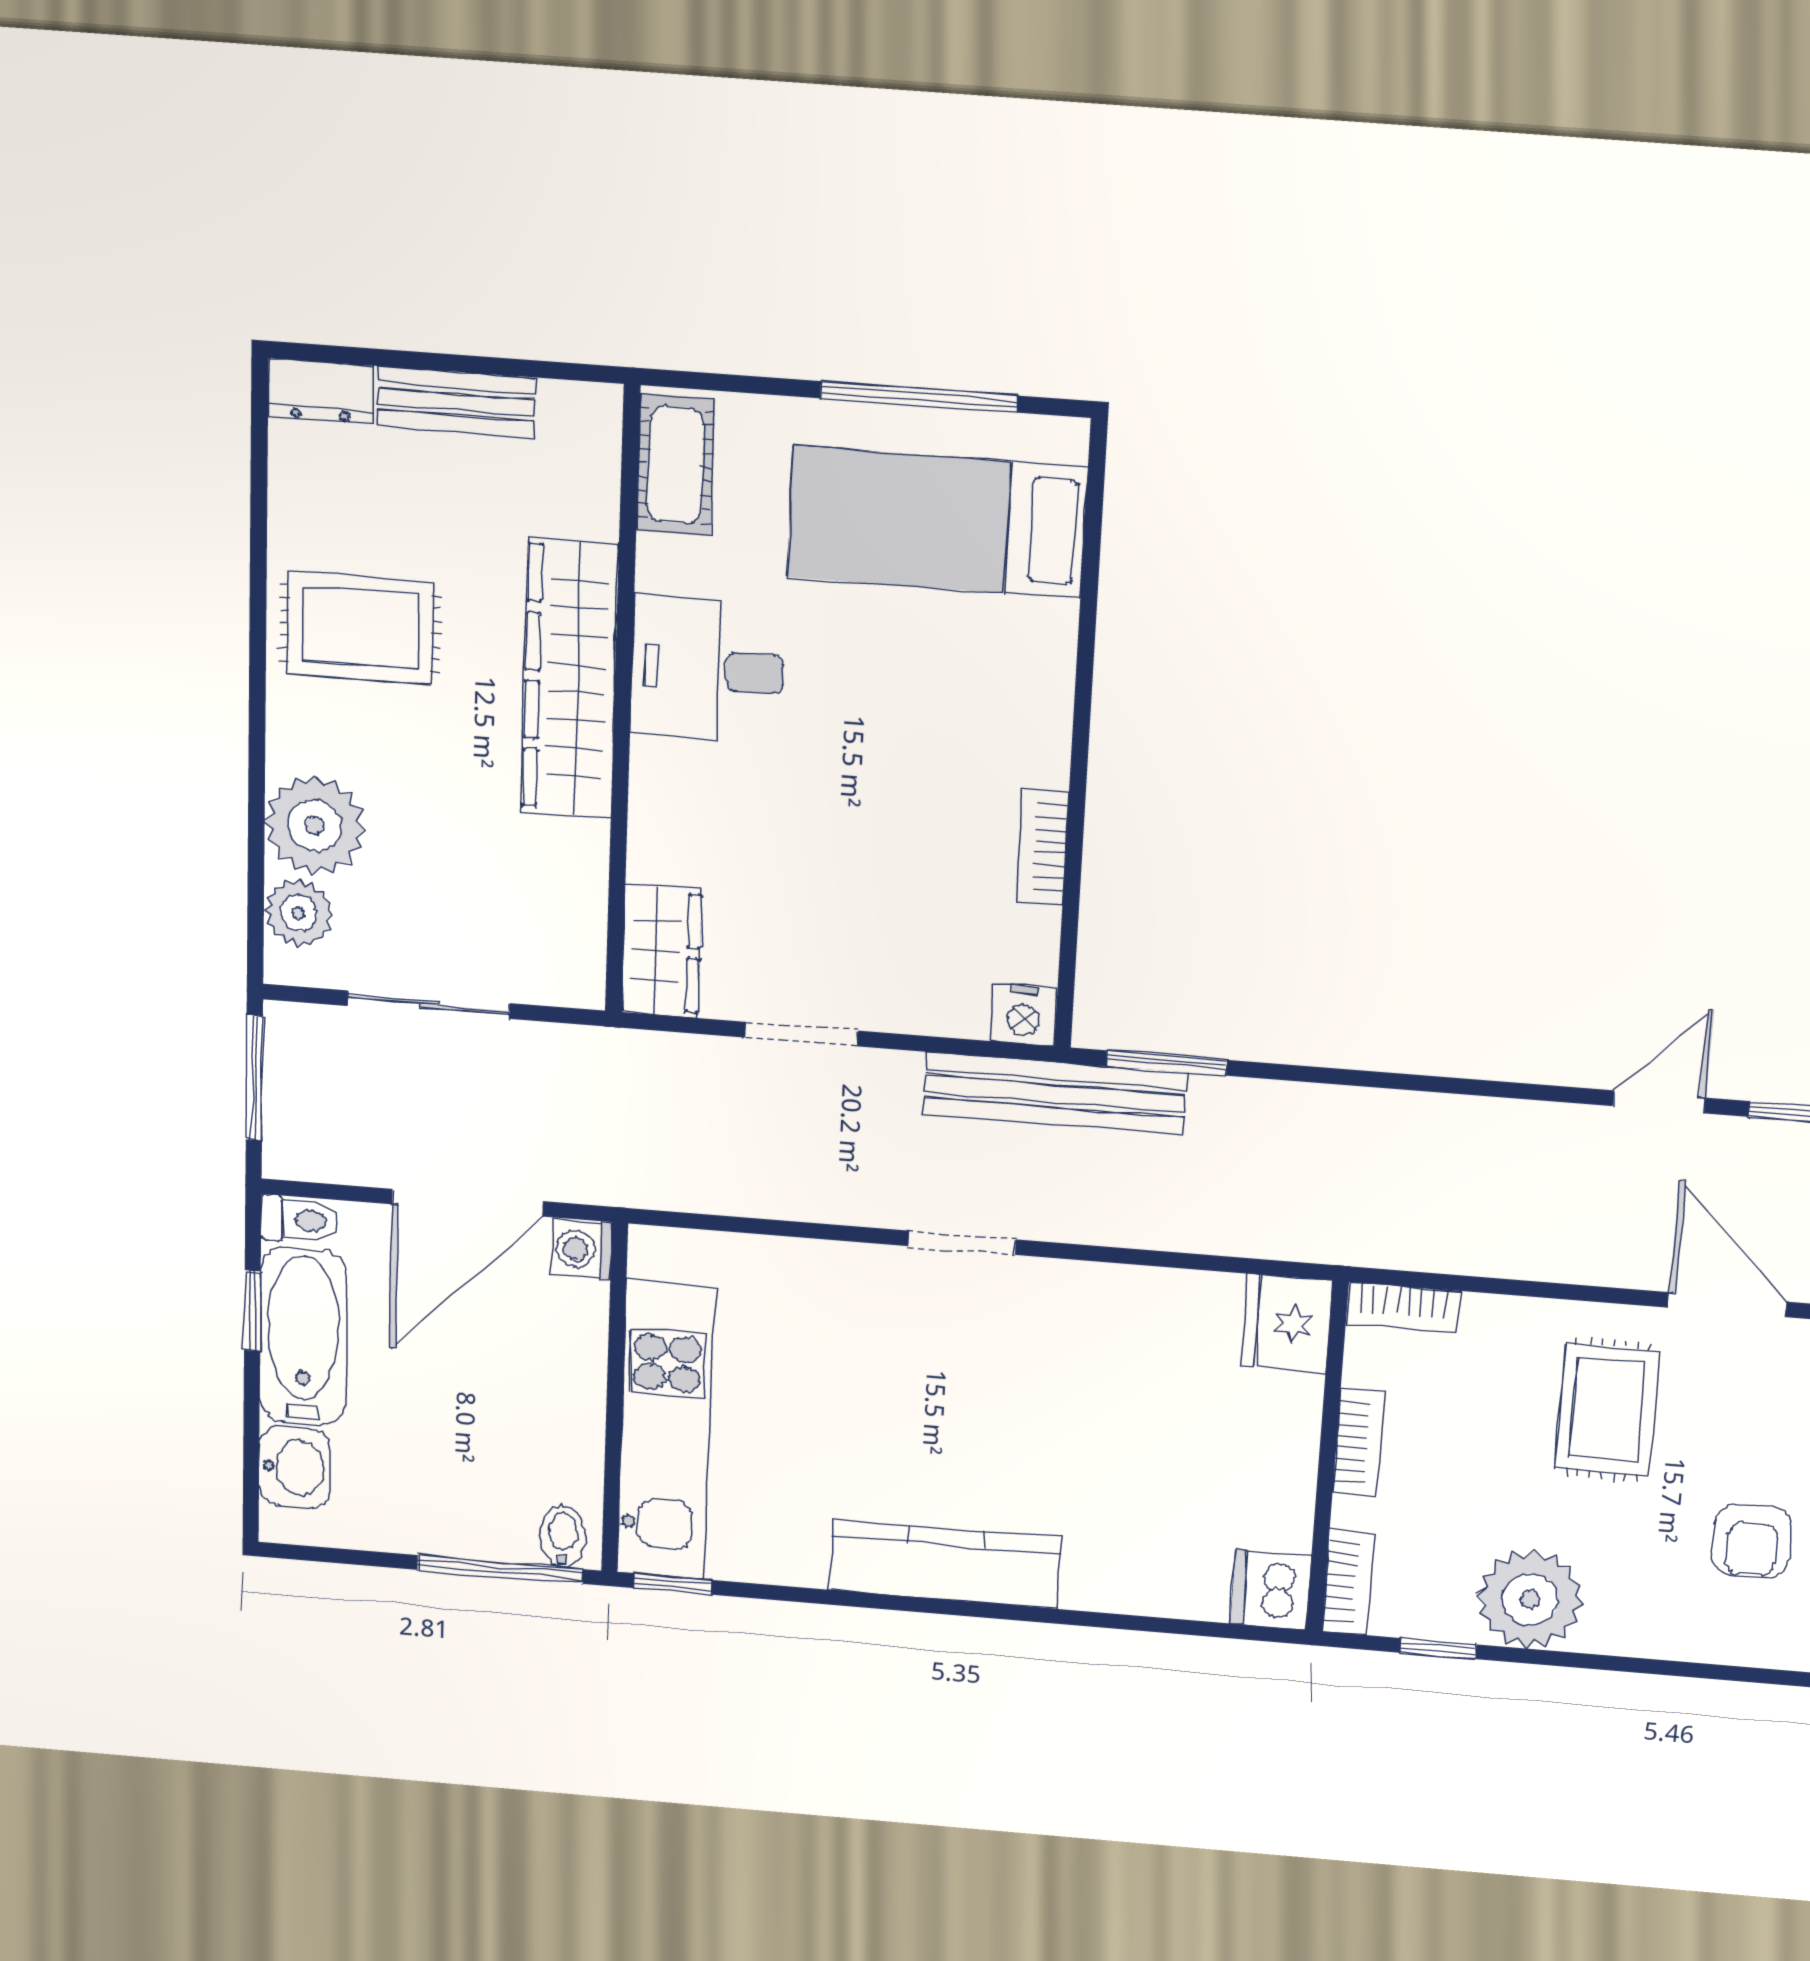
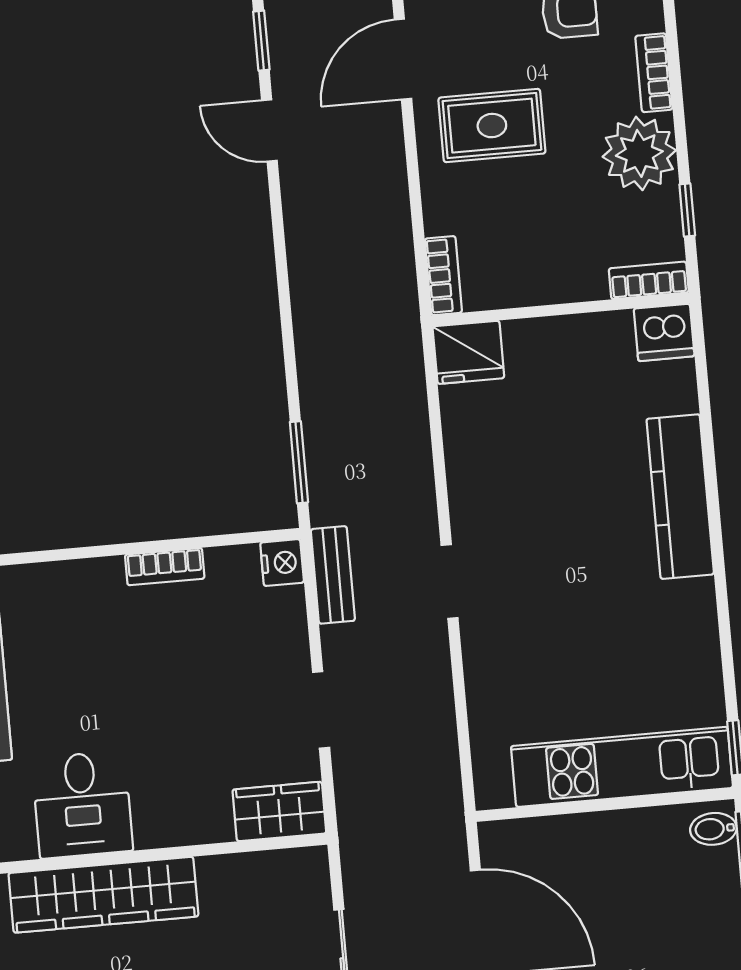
bench: (1055, 1093) -> (333, 575), width x0.54, depth x0.82
washing machine: (582, 1249) -> (500, 841), removed
bookcase: (1359, 1443) -> (654, 73), moved, turned -90
kitchen counter: (945, 1564) -> (680, 497), moved

